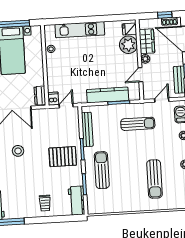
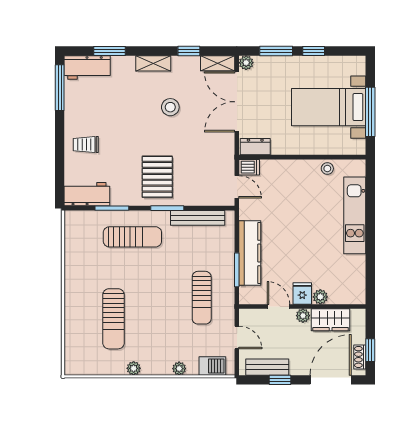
fridge: (129, 29) -> (302, 293), moved
plant: (128, 45) -> (320, 297), width x0.53, depth x0.53
sun lounger: (154, 179) -> (113, 319), turned -90

